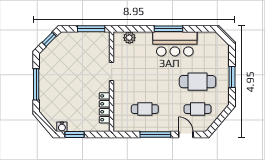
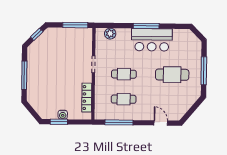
window: (232, 77) -> (204, 71), width x1.44
cafe table: (198, 109) -> (124, 74), moved
water cooler: (62, 127) -> (63, 115), moved
window: (155, 135) -> (119, 122), moved

